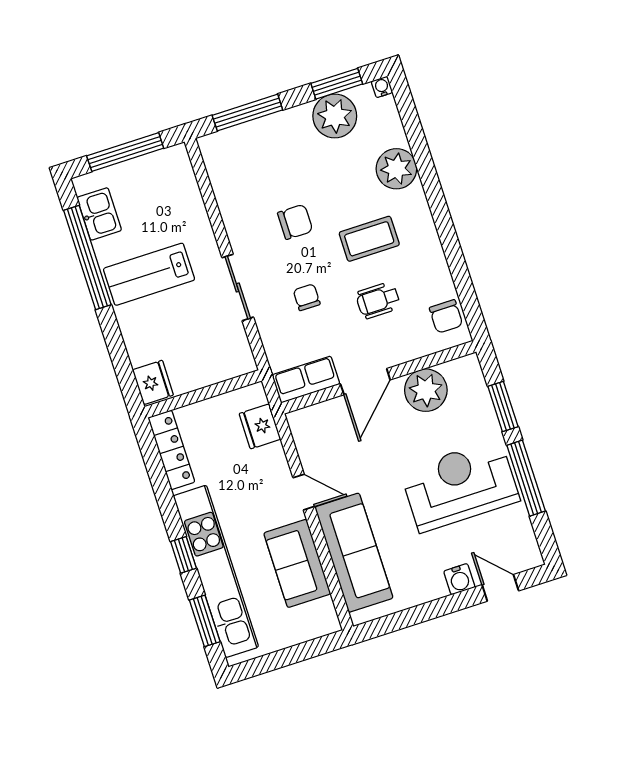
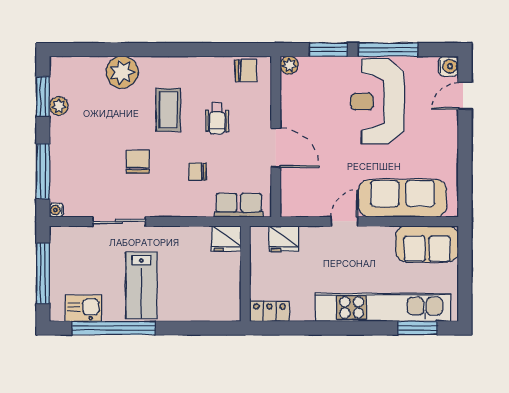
water cooler: (382, 87) -> (56, 210), moved
plant: (335, 116) -> (59, 106), width x0.53, depth x0.53
sliding door: (238, 287) -> (119, 221), moved
row of seats: (306, 380) -> (239, 205), moved, turned 90
fridge: (153, 382) -> (226, 238), moved, turned 180
plant: (426, 390) -> (289, 65), moved, width x0.53, depth x0.53
locker: (171, 450) -> (270, 311), width x0.66
window: (183, 555) -> (362, 328), removed
sofa: (297, 563) -> (427, 244), moved
water cooler: (459, 579) -> (448, 66), moved

